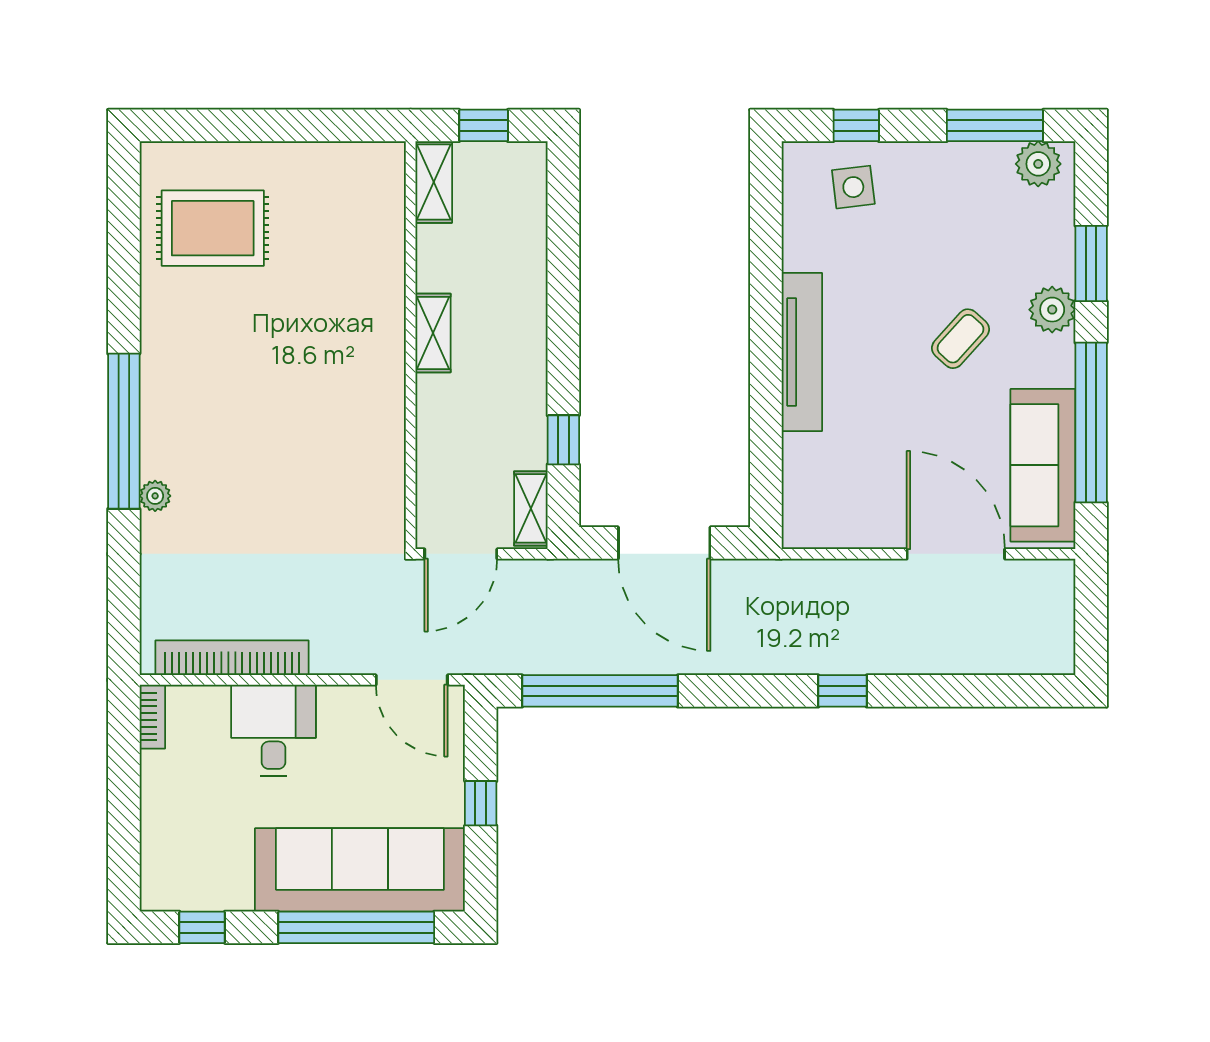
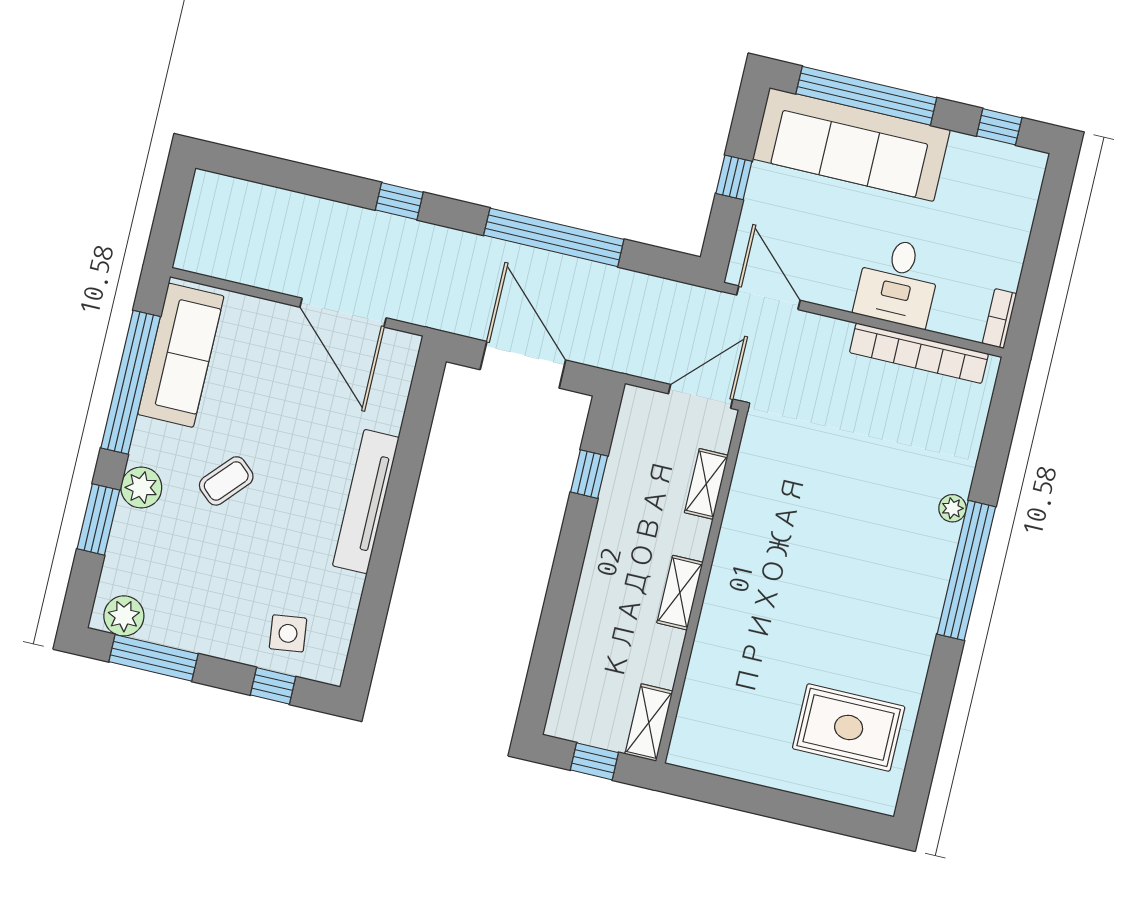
shelving: (531, 508) -> (706, 484), moved
door: (956, 554) -> (343, 313), moved
window: (600, 691) -> (554, 237), moved

